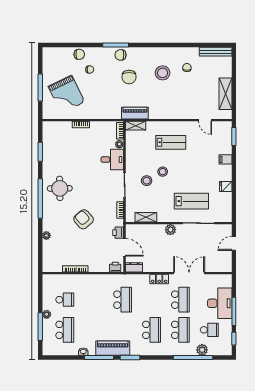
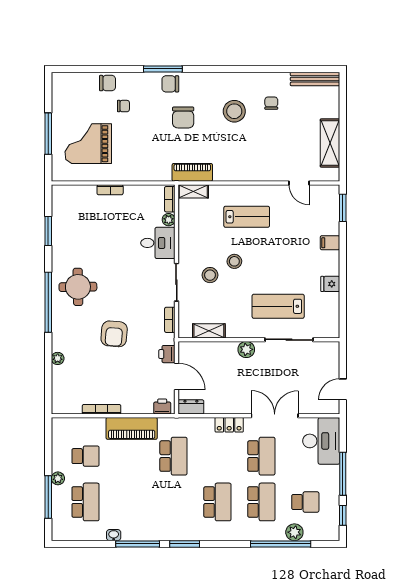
grand piano: (67, 94) -> (88, 144), turned 116
lab bench: (191, 201) -> (278, 306), turned 180
armchair: (84, 219) -> (114, 334), turned -134
door: (234, 243) -> (343, 389), moved
desk: (220, 303) -> (321, 441), moved
piano: (113, 348) -> (132, 428), moved, turned 180

